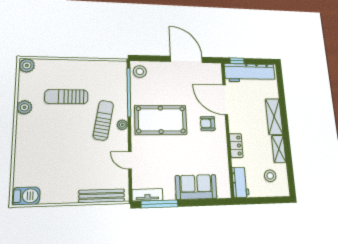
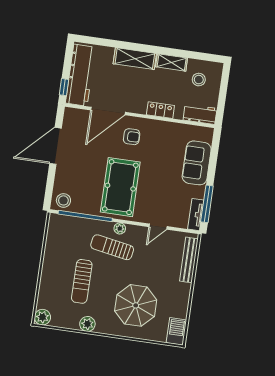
armchair: (208, 123) -> (132, 137), turned -90
parasol: (49, 151) -> (136, 305), added

